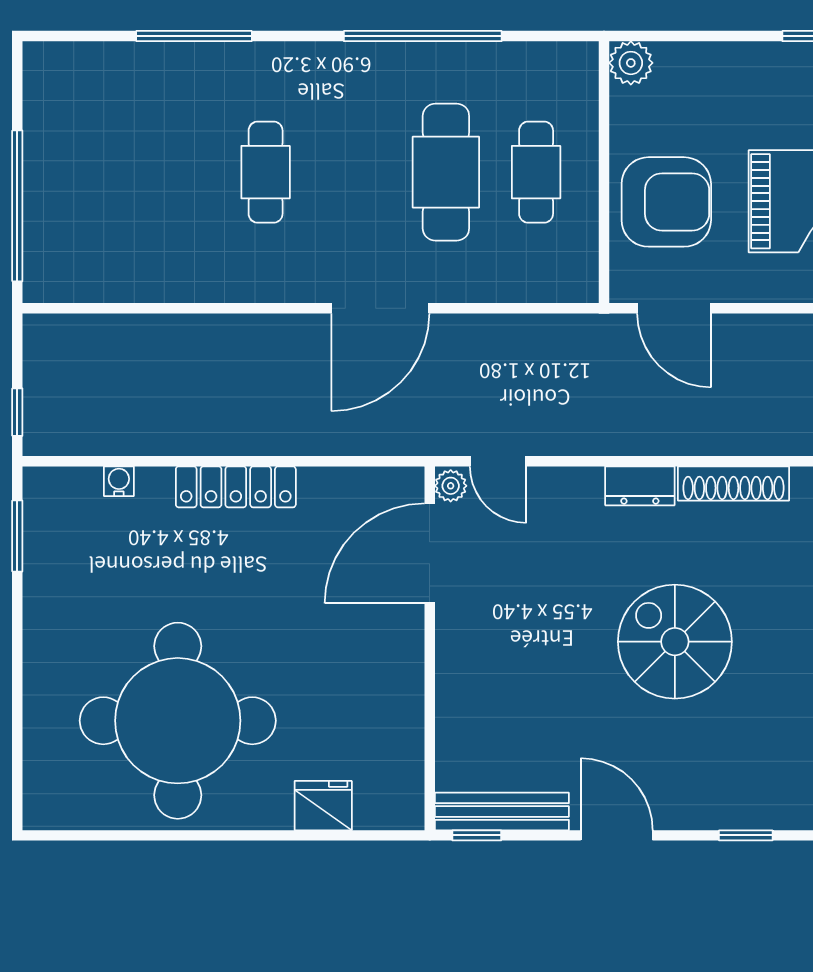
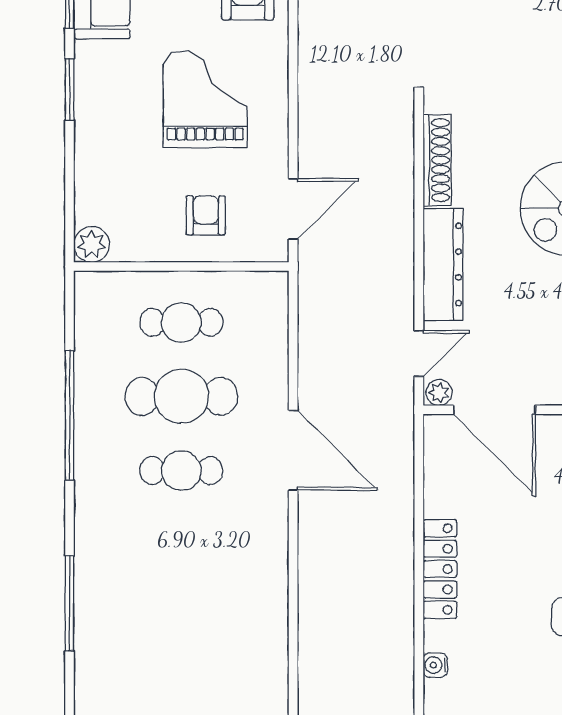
cafe table: (266, 172) -> (181, 471), moved
armchair: (666, 202) -> (206, 215), width x0.53, depth x0.53
dresser: (640, 486) -> (443, 264), width x1.96, depth x1.24

